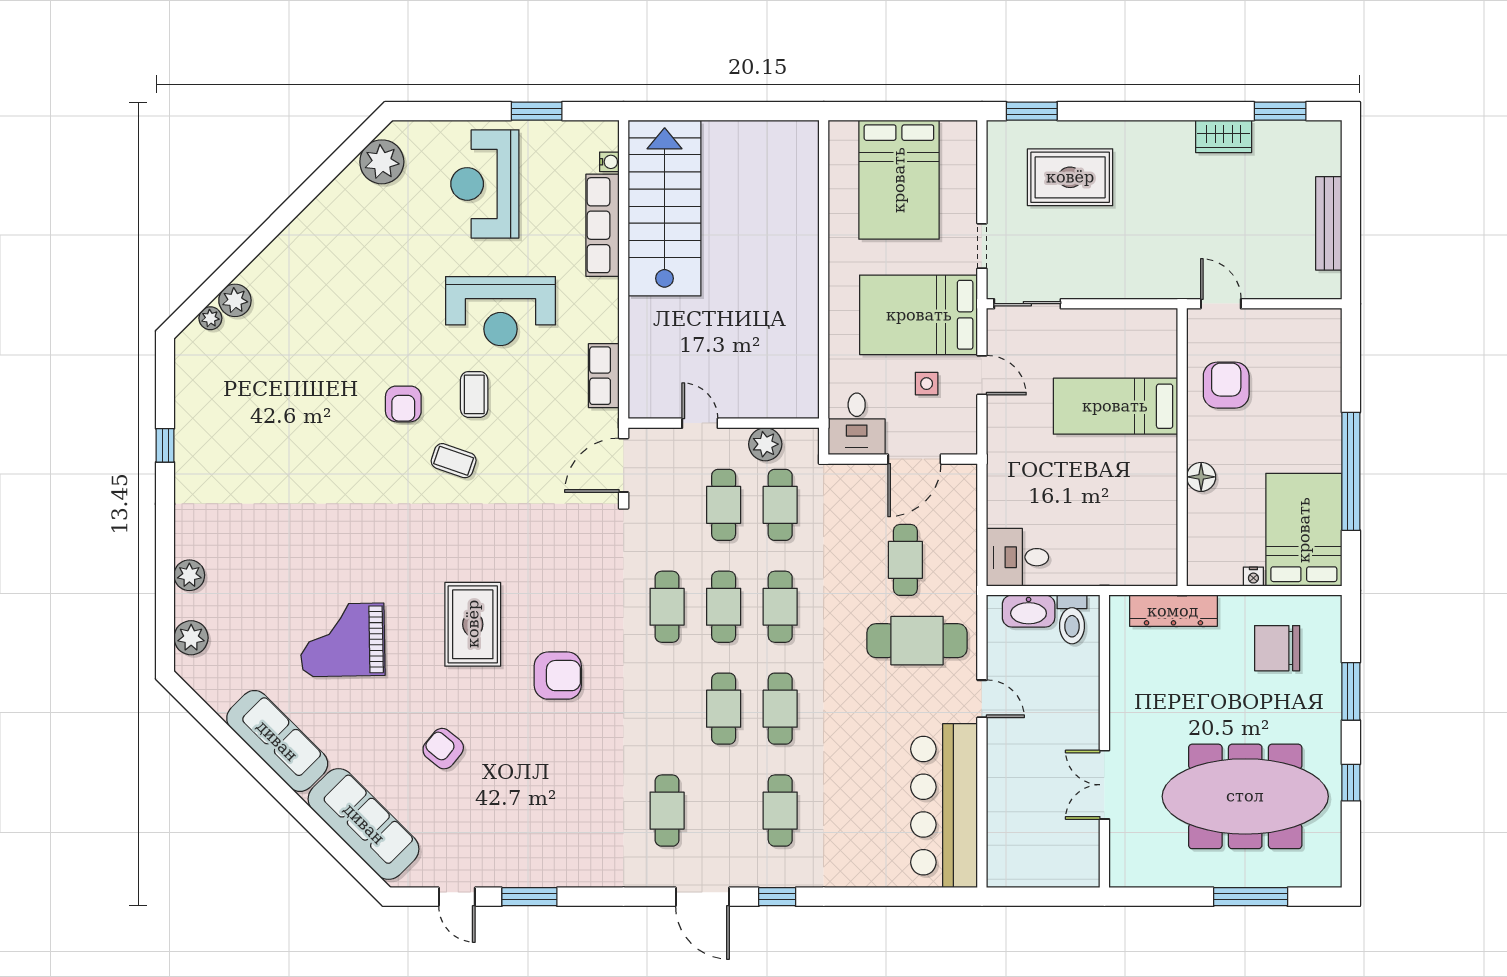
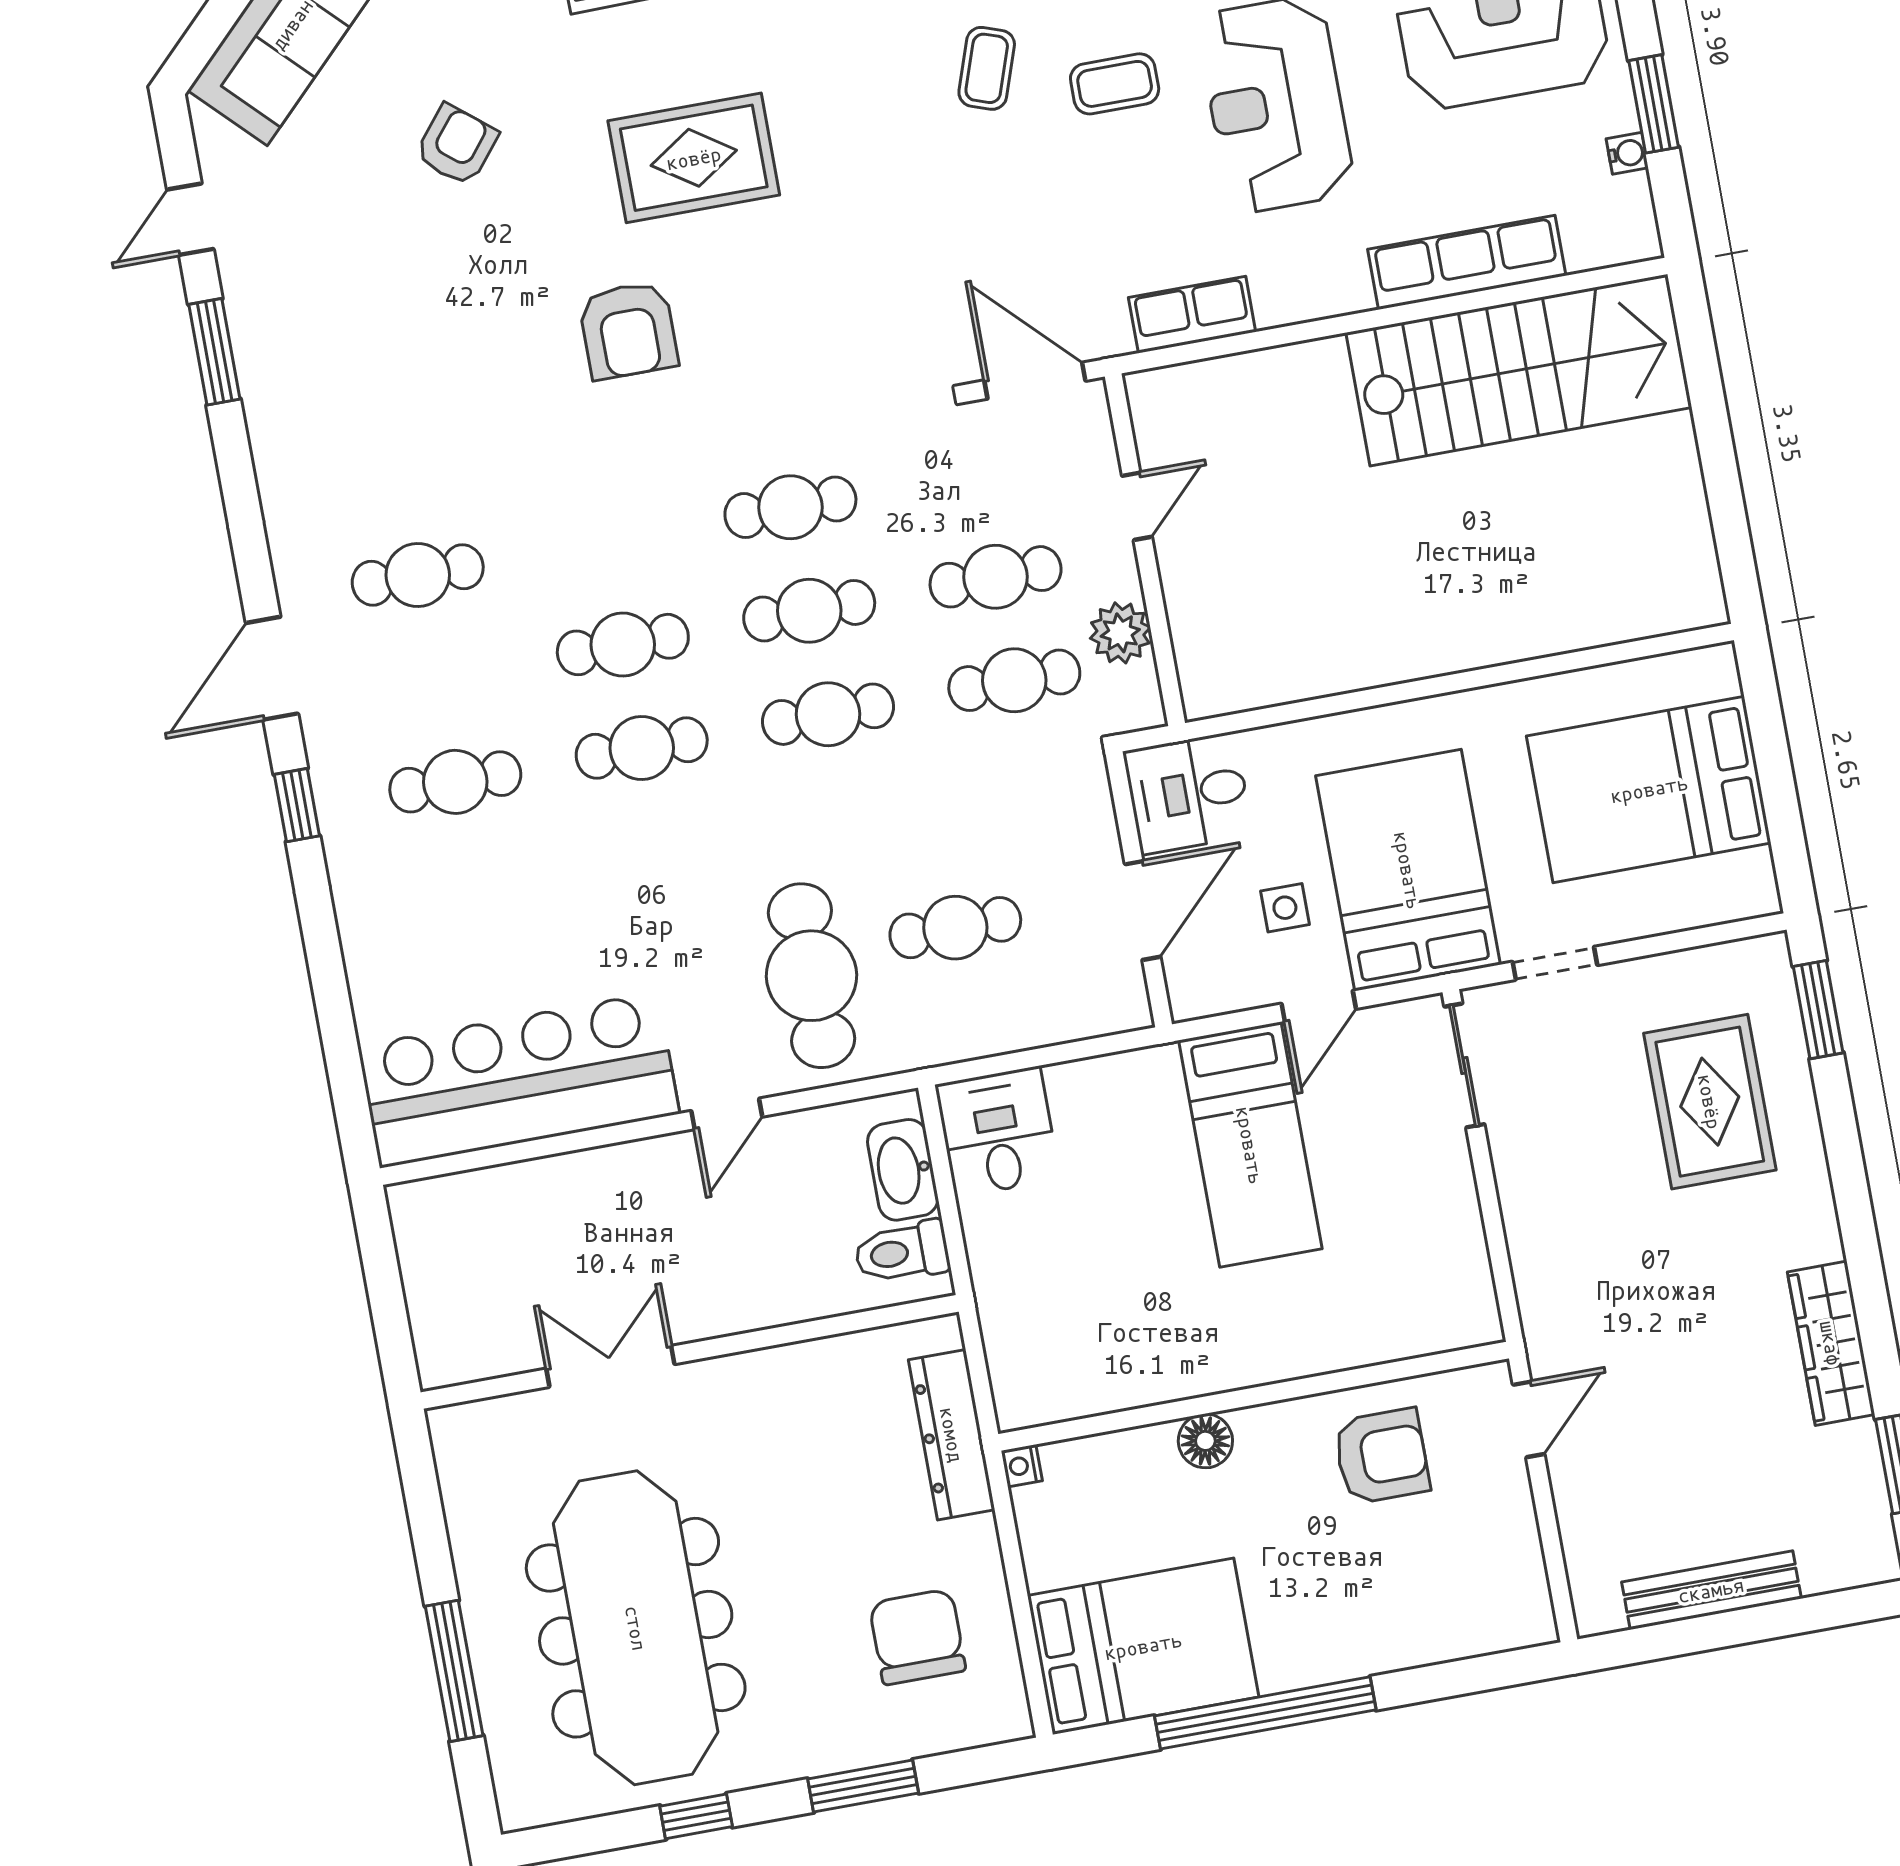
wardrobe: (1224, 136) -> (1831, 1343), width x1.50
water cooler: (609, 162) -> (1627, 153), moved, turned -90
bed: (1115, 406) -> (1250, 1145), moved, turned 180
door: (914, 459) -> (1143, 910), swing flipped
nightstand: (1253, 577) -> (1022, 1466), moved

